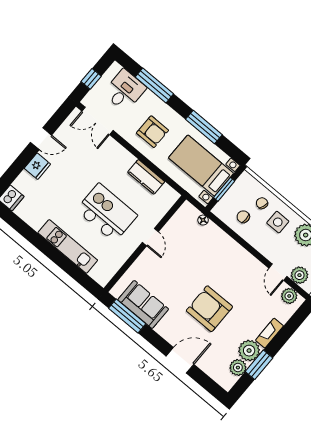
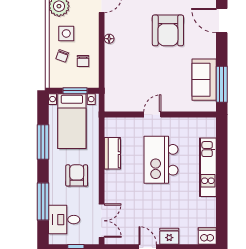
floor lamp: (203, 220) -> (109, 39), moved

